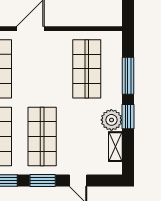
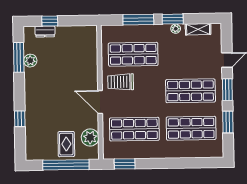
trolley: (54, 53) -> (121, 82), added
plant: (111, 120) -> (176, 29), width x0.53, depth x0.53

